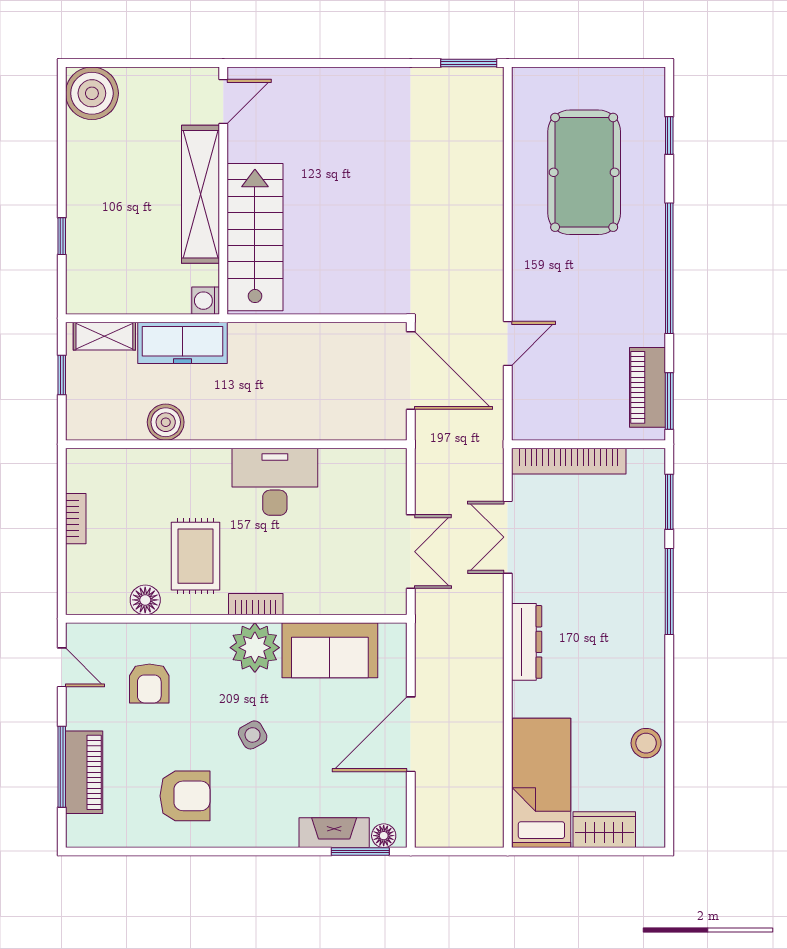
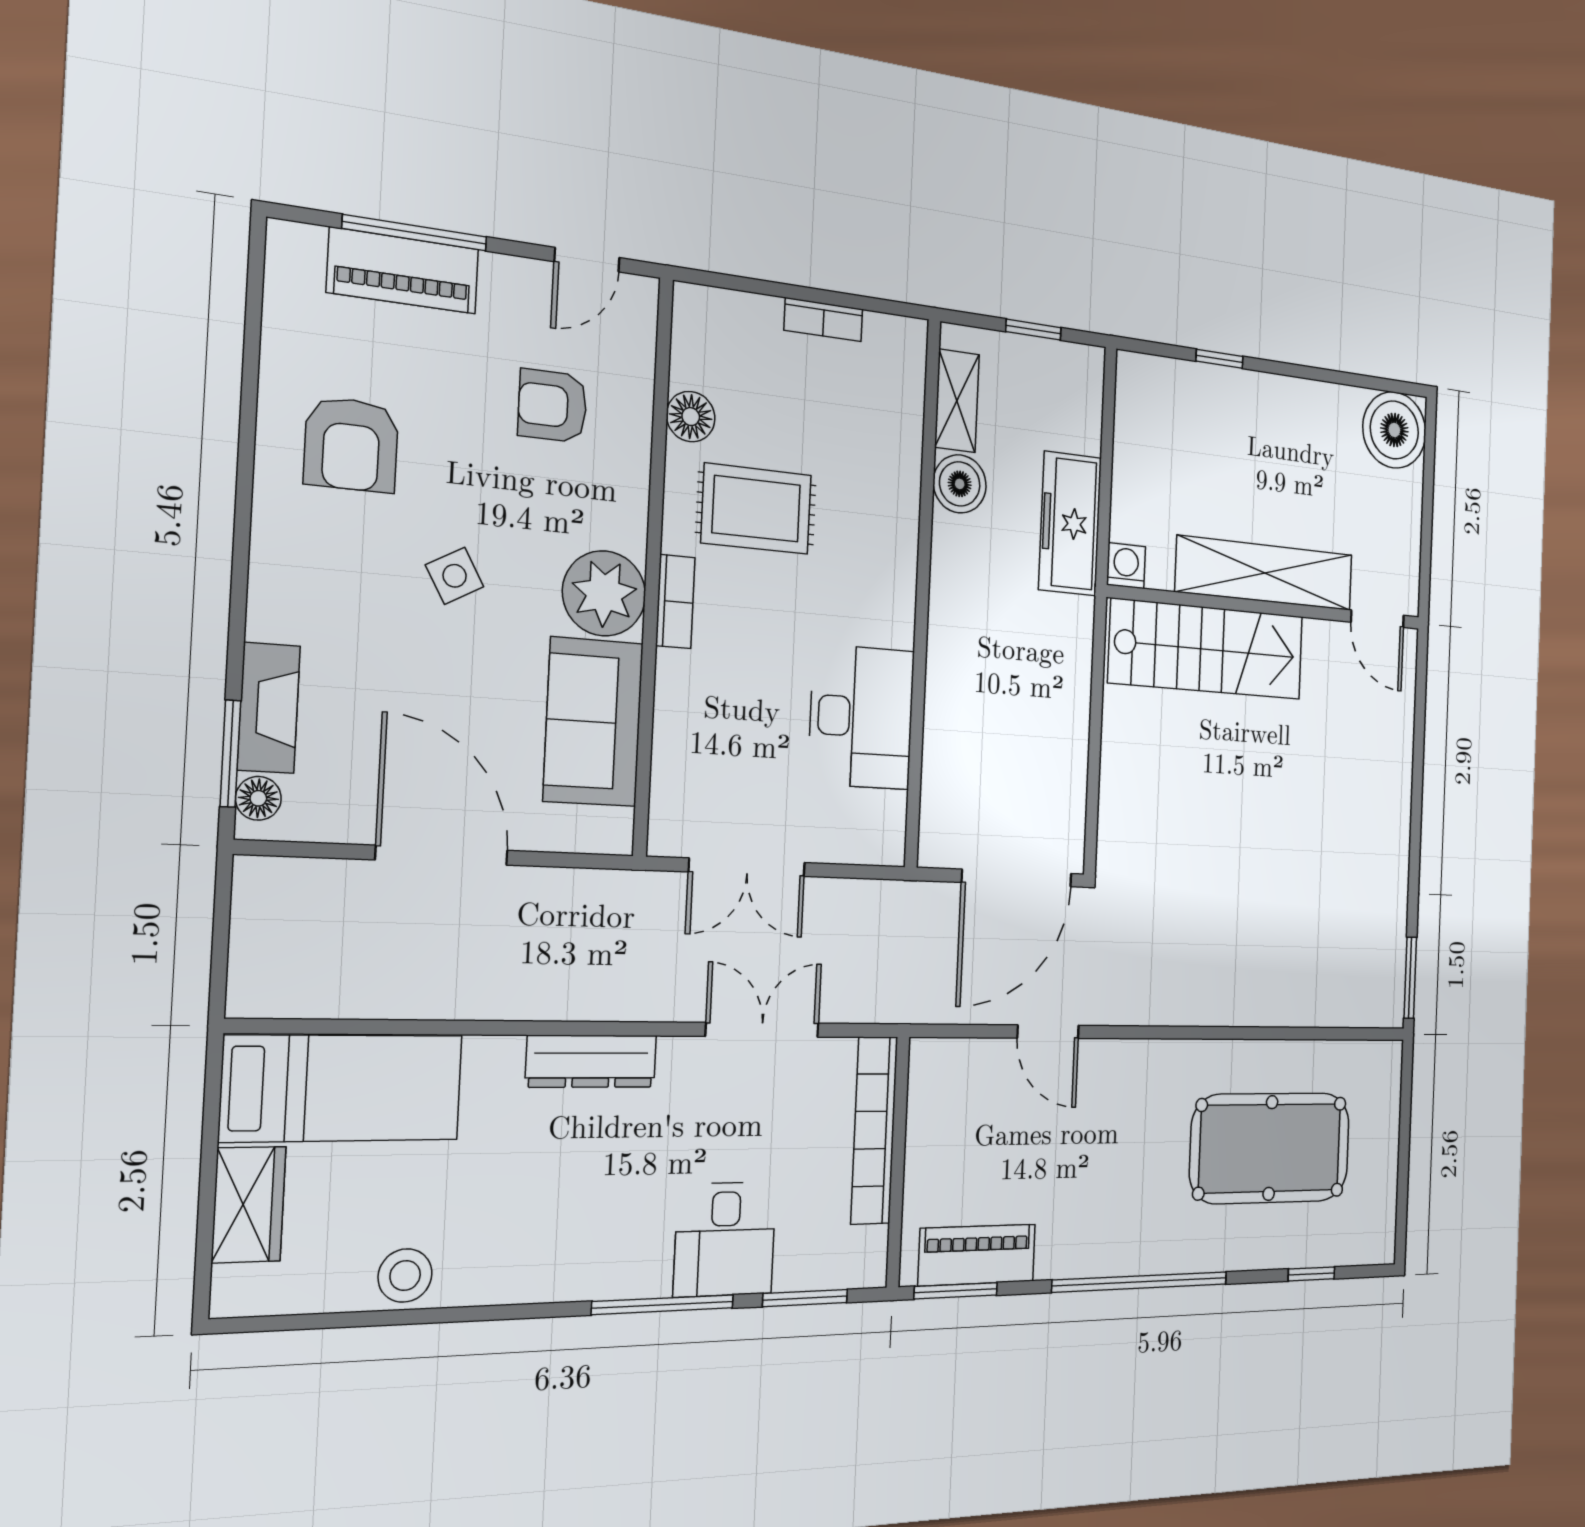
shelving: (104, 336) -> (957, 401), moved
desk: (275, 482) -> (861, 717), moved
desk: (632, 555) -> (725, 1239), added

